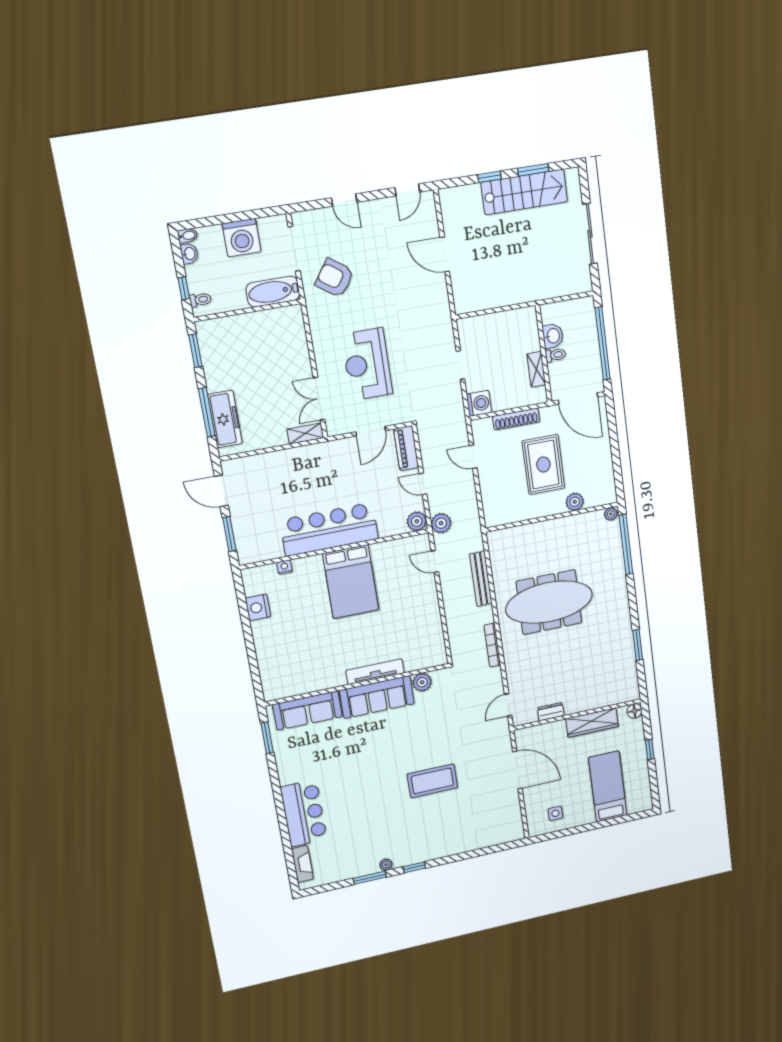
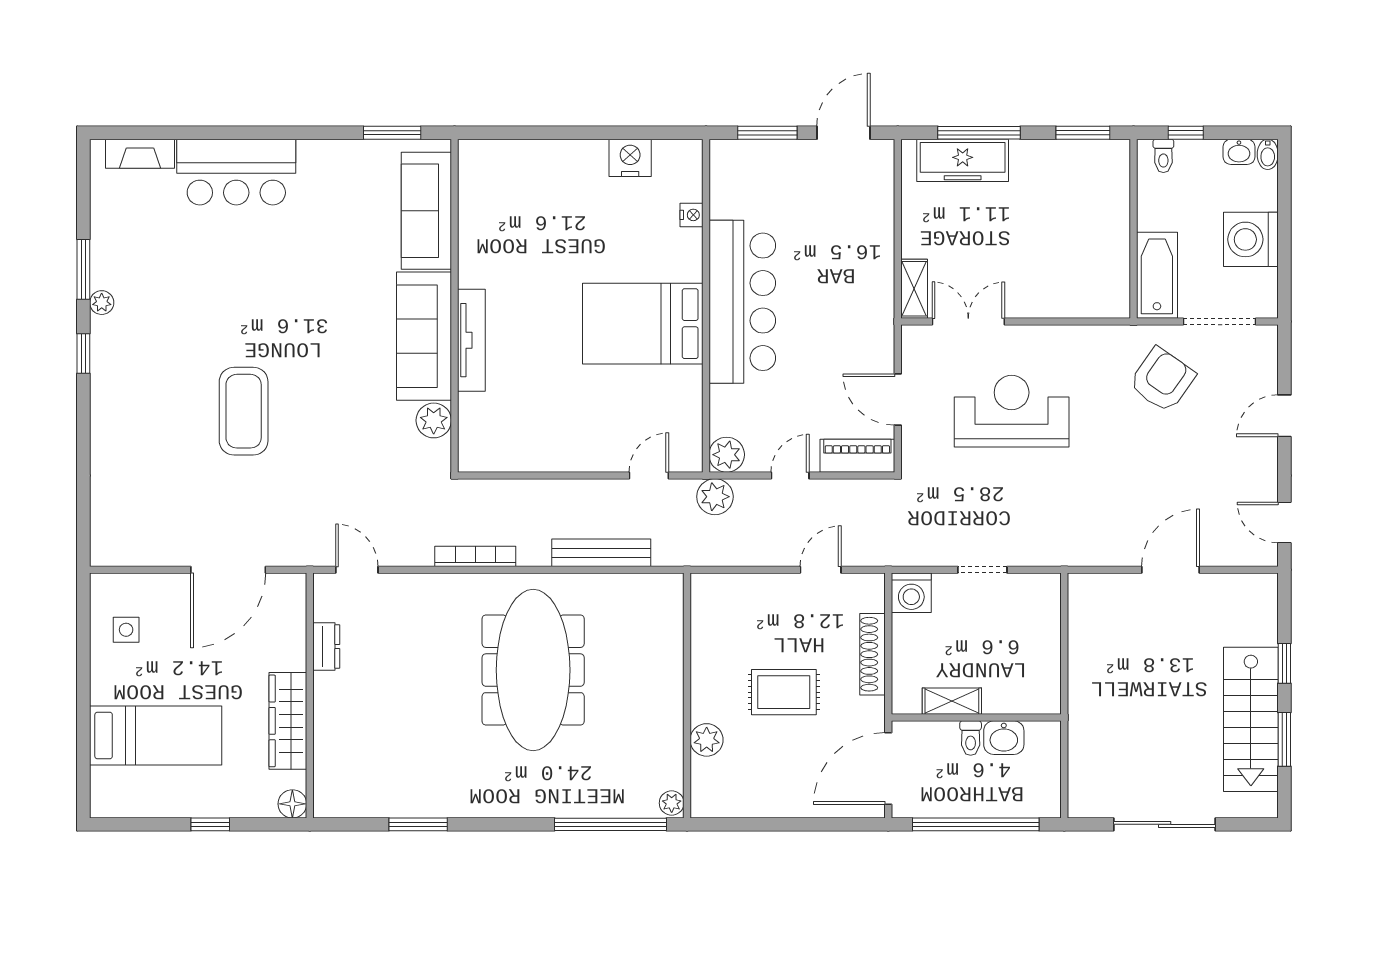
rug: (543, 464) -> (784, 692), width x0.73, depth x0.70

